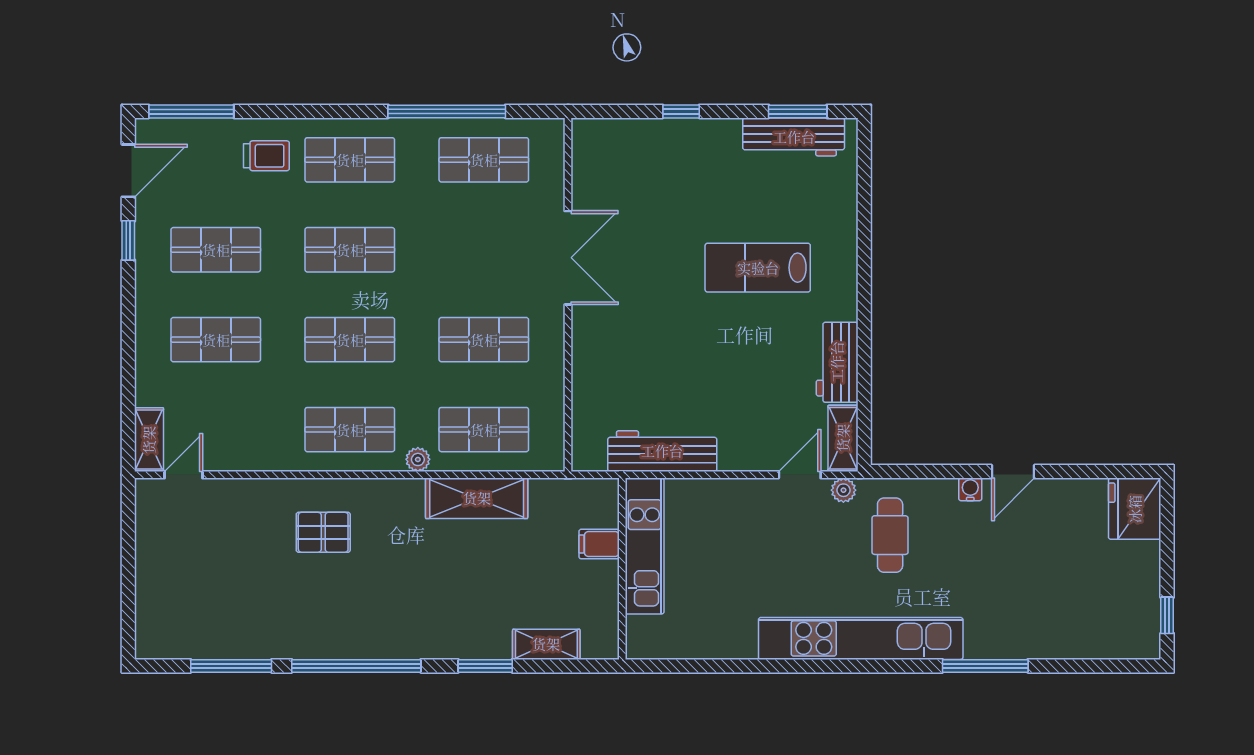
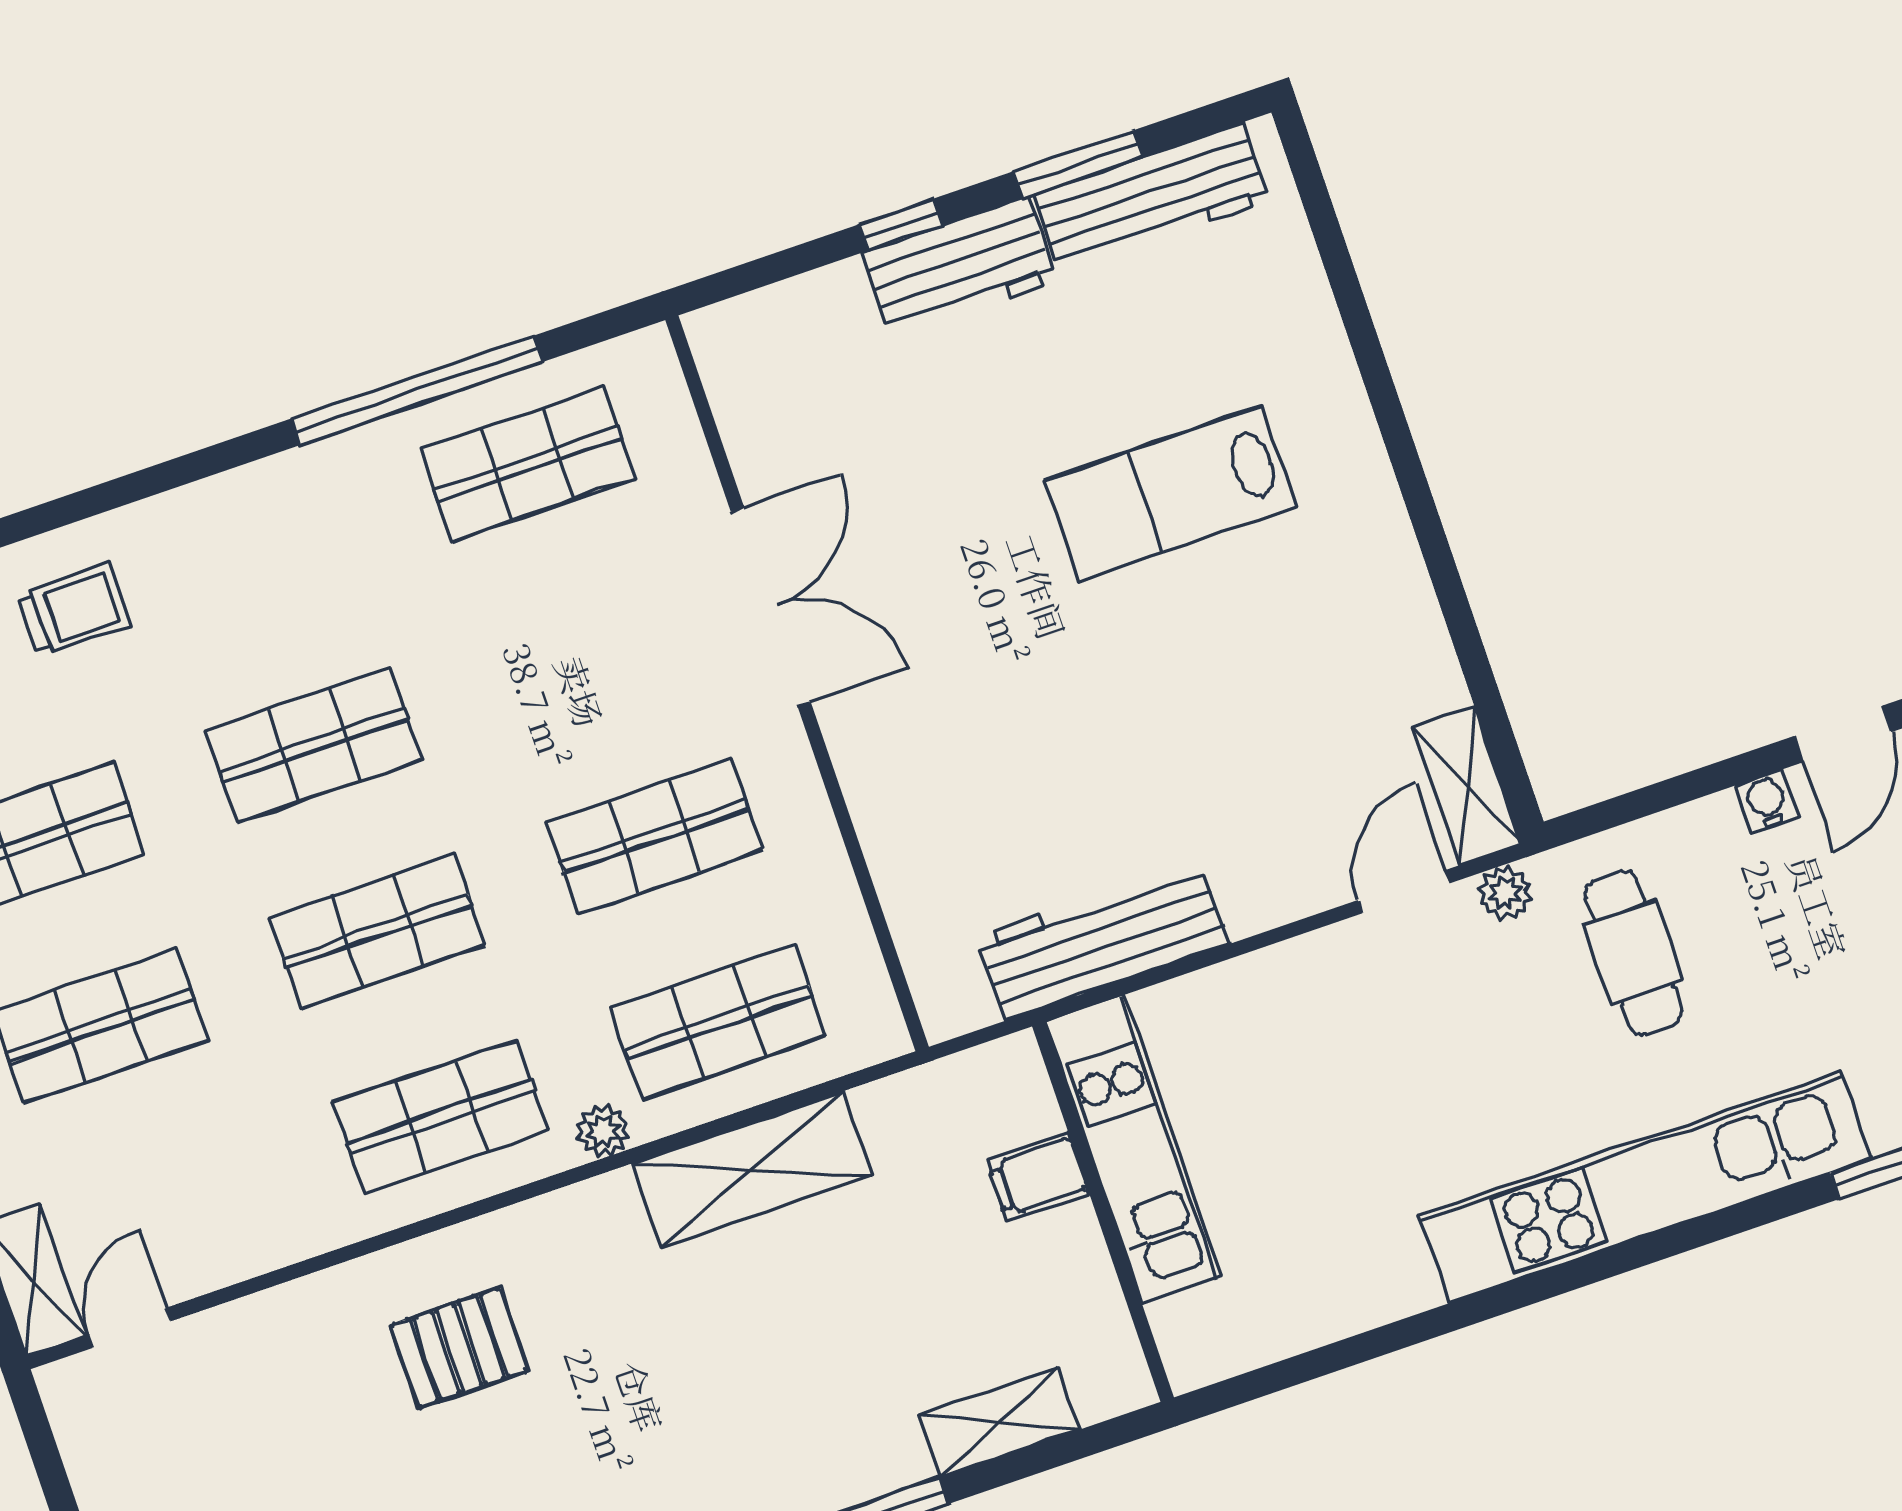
window: (798, 111) -> (1078, 164), moved
shop shelf: (350, 160) -> (250, 559), removed
workbench: (837, 362) -> (960, 267), moved, turned -90

